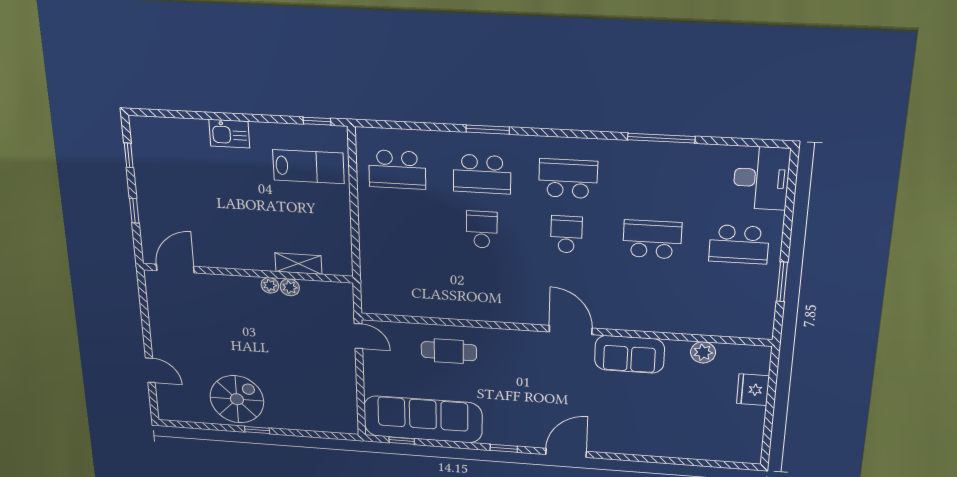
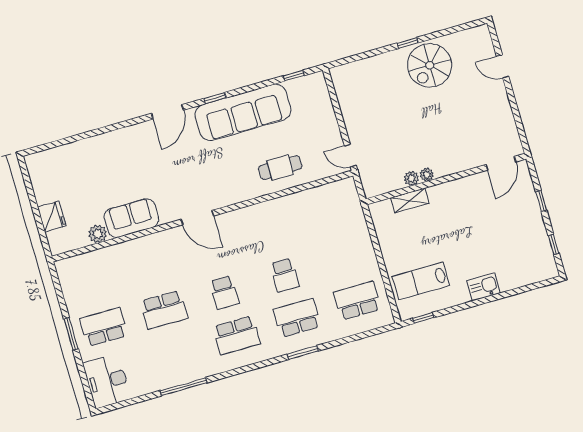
window: (782, 282) -> (71, 334), moved
sofa: (629, 354) -> (131, 218), moved
sofa: (423, 419) -> (243, 112), moved

